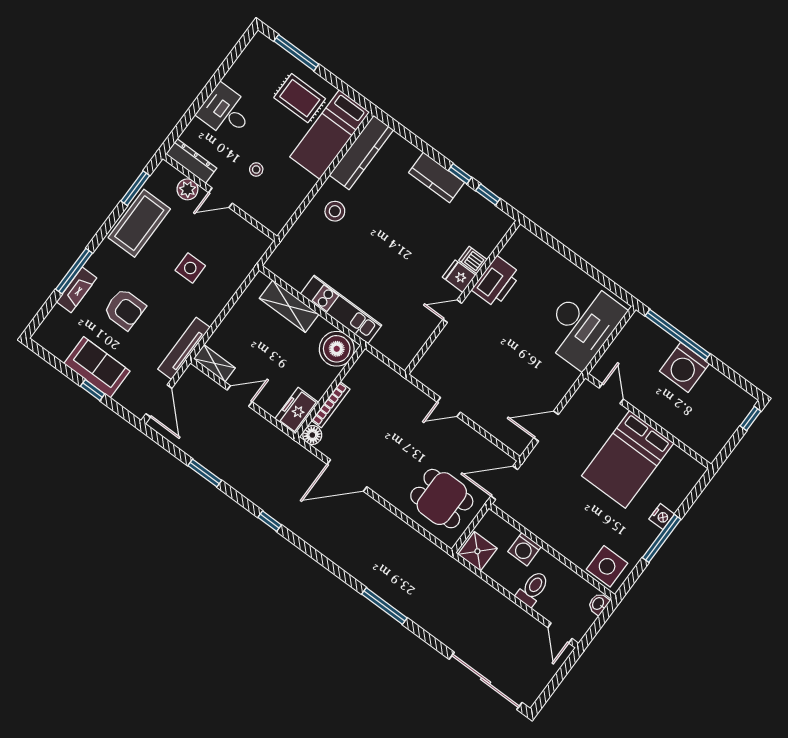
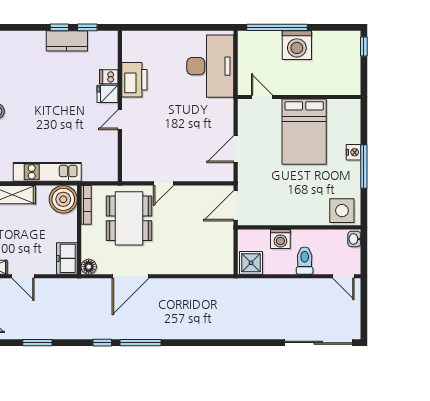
kitchen counter: (437, 177) -> (67, 41), moved
door: (240, 396) -> (23, 276), swing flipped
bookcase: (331, 405) -> (86, 205), moved
dining table: (442, 499) -> (129, 218), moved, width x1.38
window: (384, 606) -> (141, 343), moved

